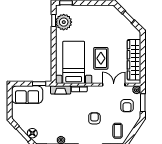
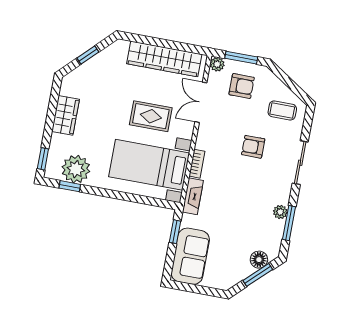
wardrobe: (93, 11) -> (66, 115), added

